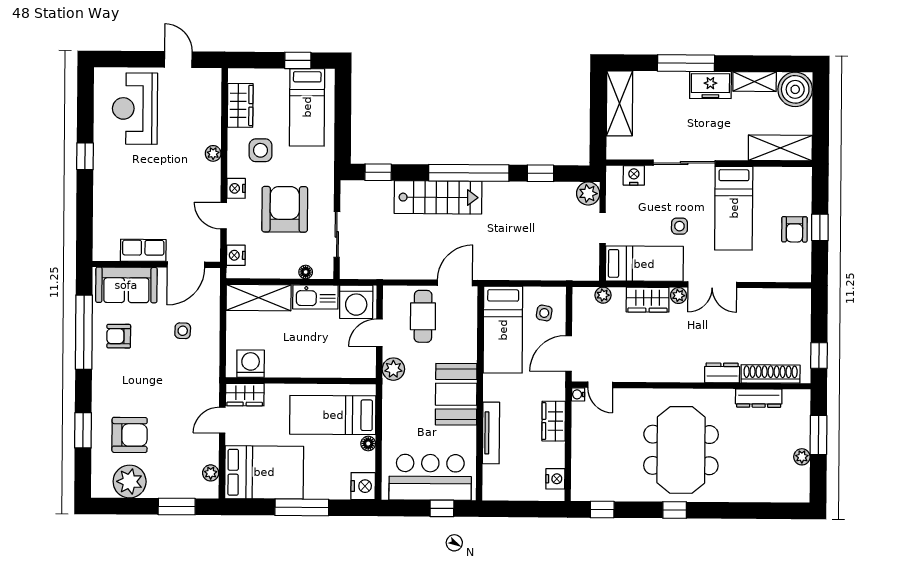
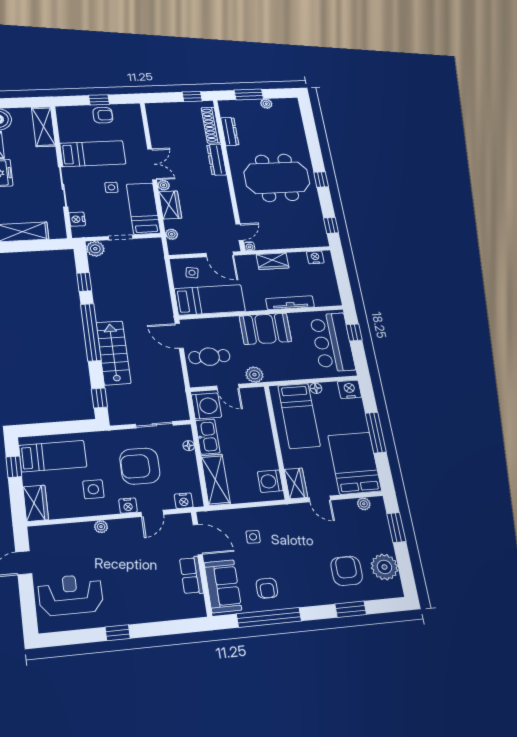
wardrobe: (240, 105) -> (36, 503), moved, turned 90
reception desk: (135, 109) -> (71, 595), turned 180
dresser: (722, 373) -> (217, 160), width x1.44

